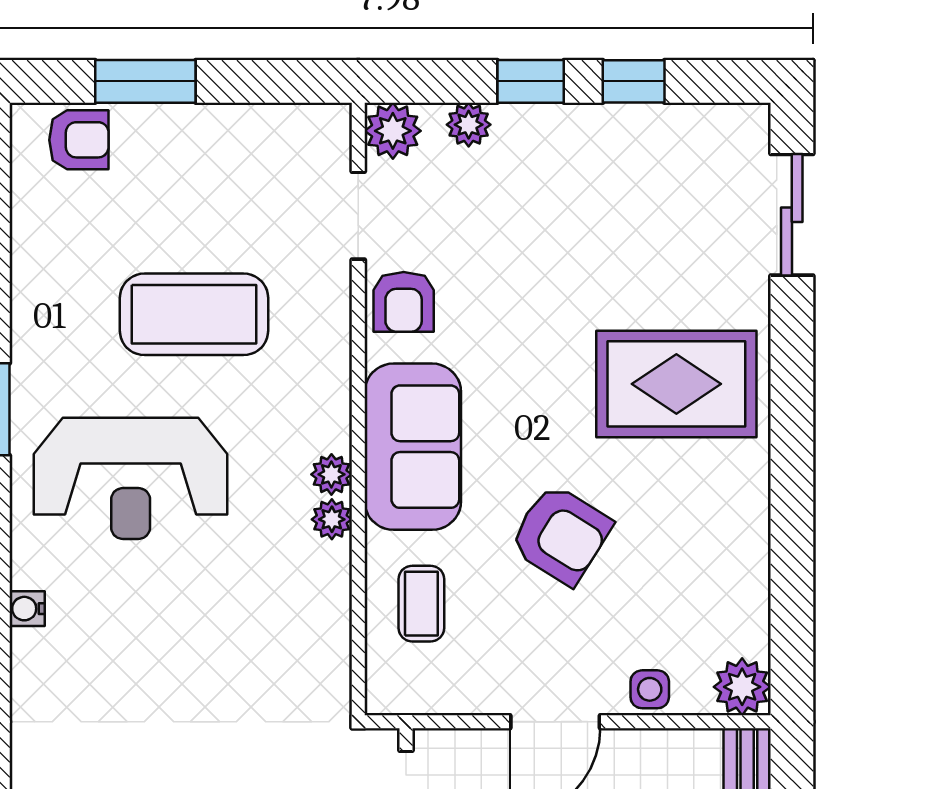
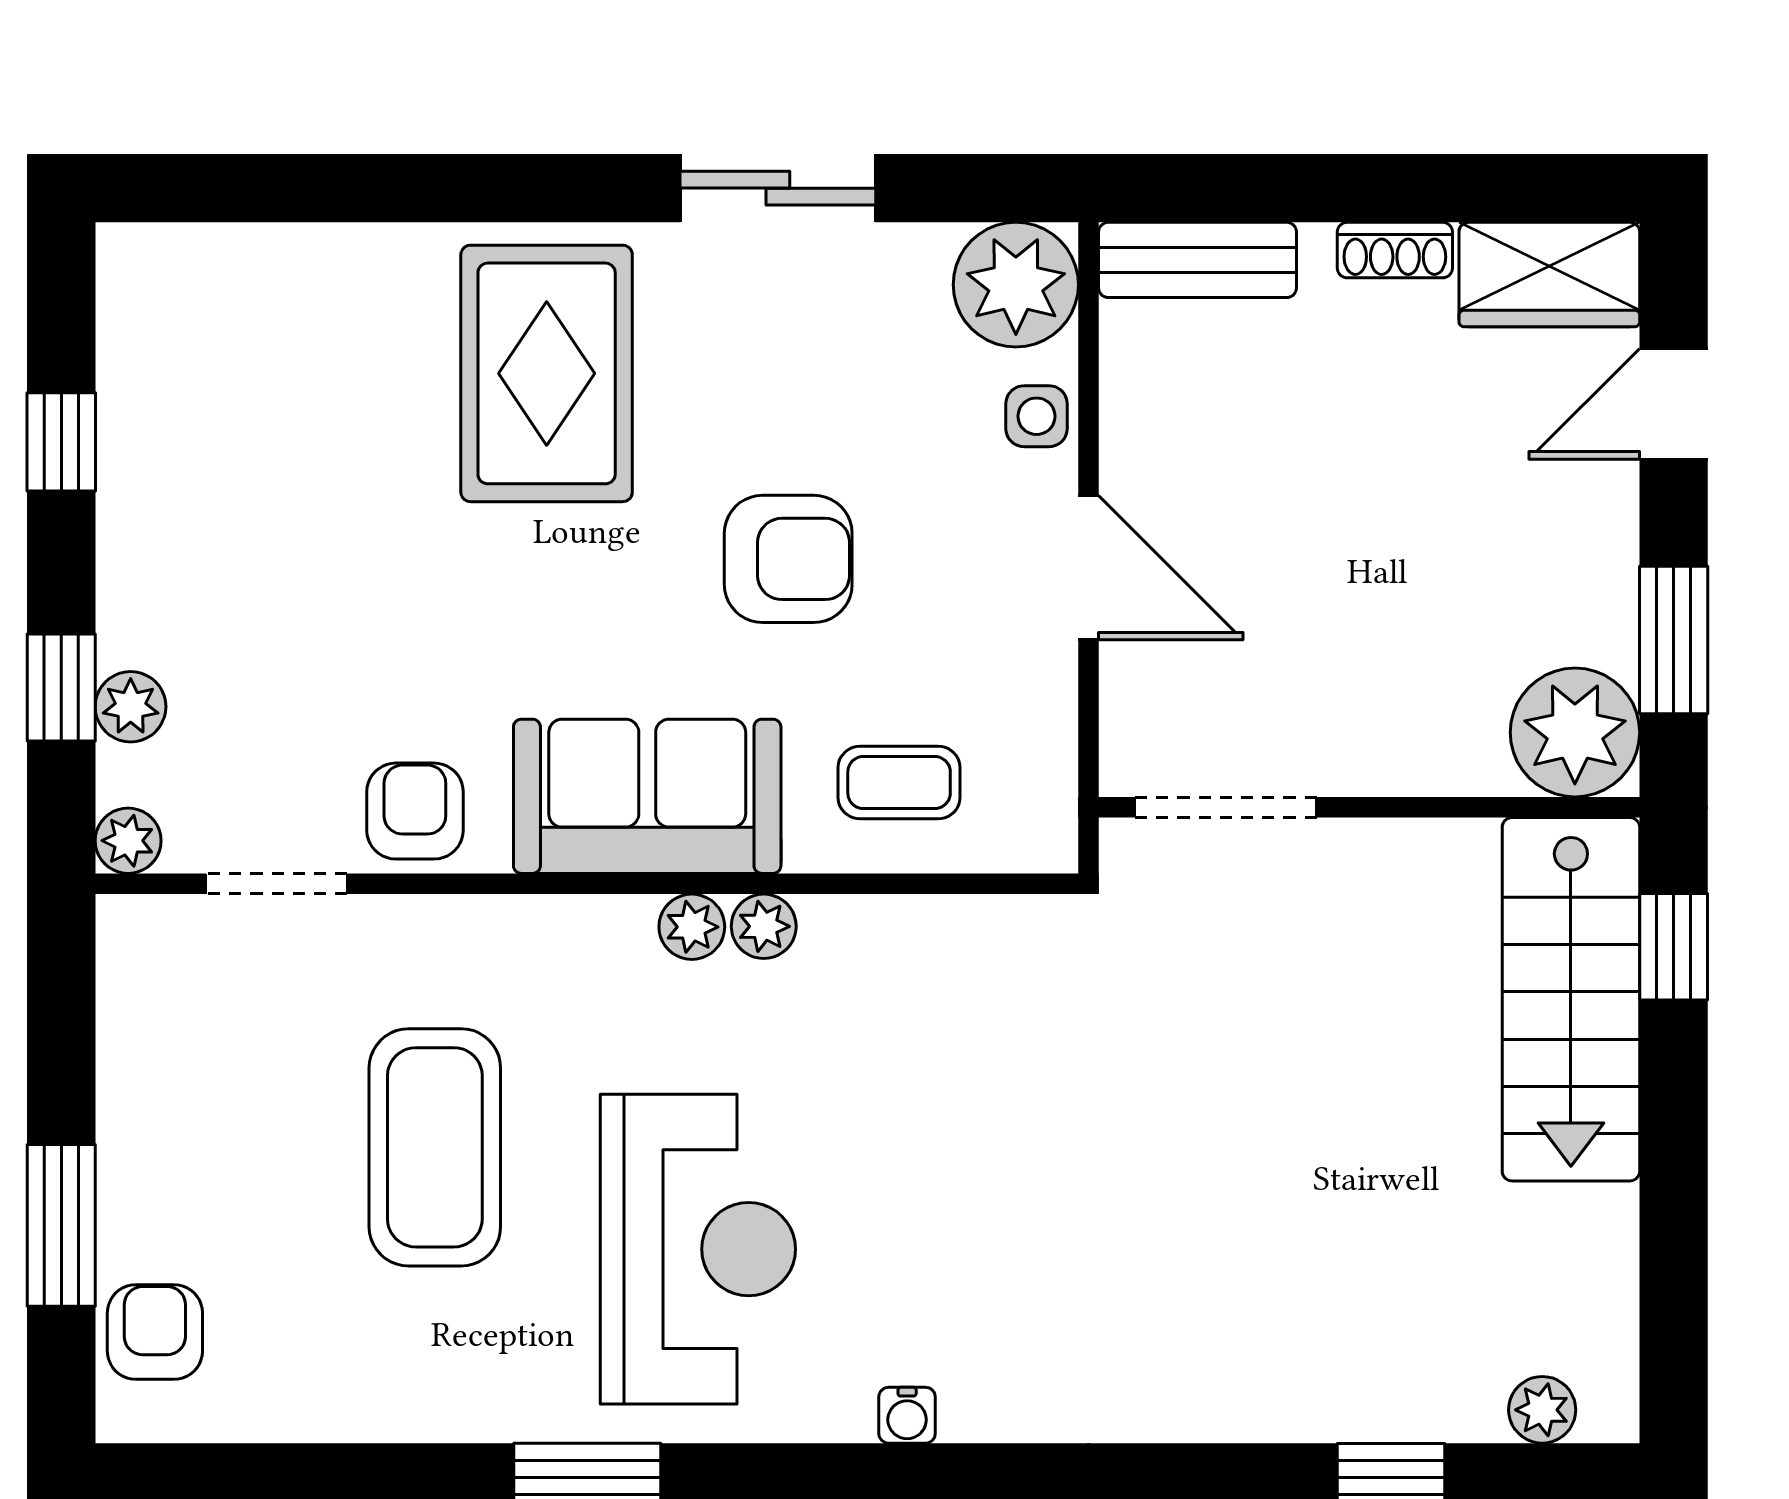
window: (531, 81) -> (61, 688), moved
plant: (393, 131) -> (128, 841), width x0.73, depth x0.73
sliding door: (792, 215) -> (778, 188), moved
armchair: (404, 302) -> (415, 811), turned -90
armchair: (561, 535) -> (788, 559), turned 58
plant: (742, 687) -> (1016, 285), width x1.36, depth x1.36

